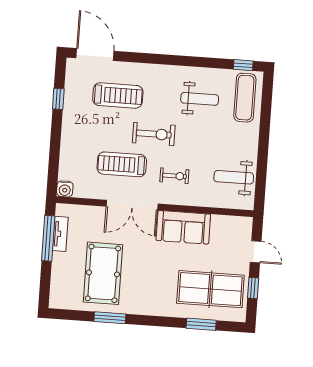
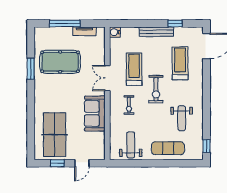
treadmill: (118, 95) -> (180, 63), turned 180
exercise mat: (245, 98) -> (168, 148), moved
bench: (68, 127) -> (156, 32), added
double door: (132, 205) -> (107, 78), width x0.73
window: (48, 238) -> (65, 23), moved
window: (201, 324) -> (31, 130), removed

